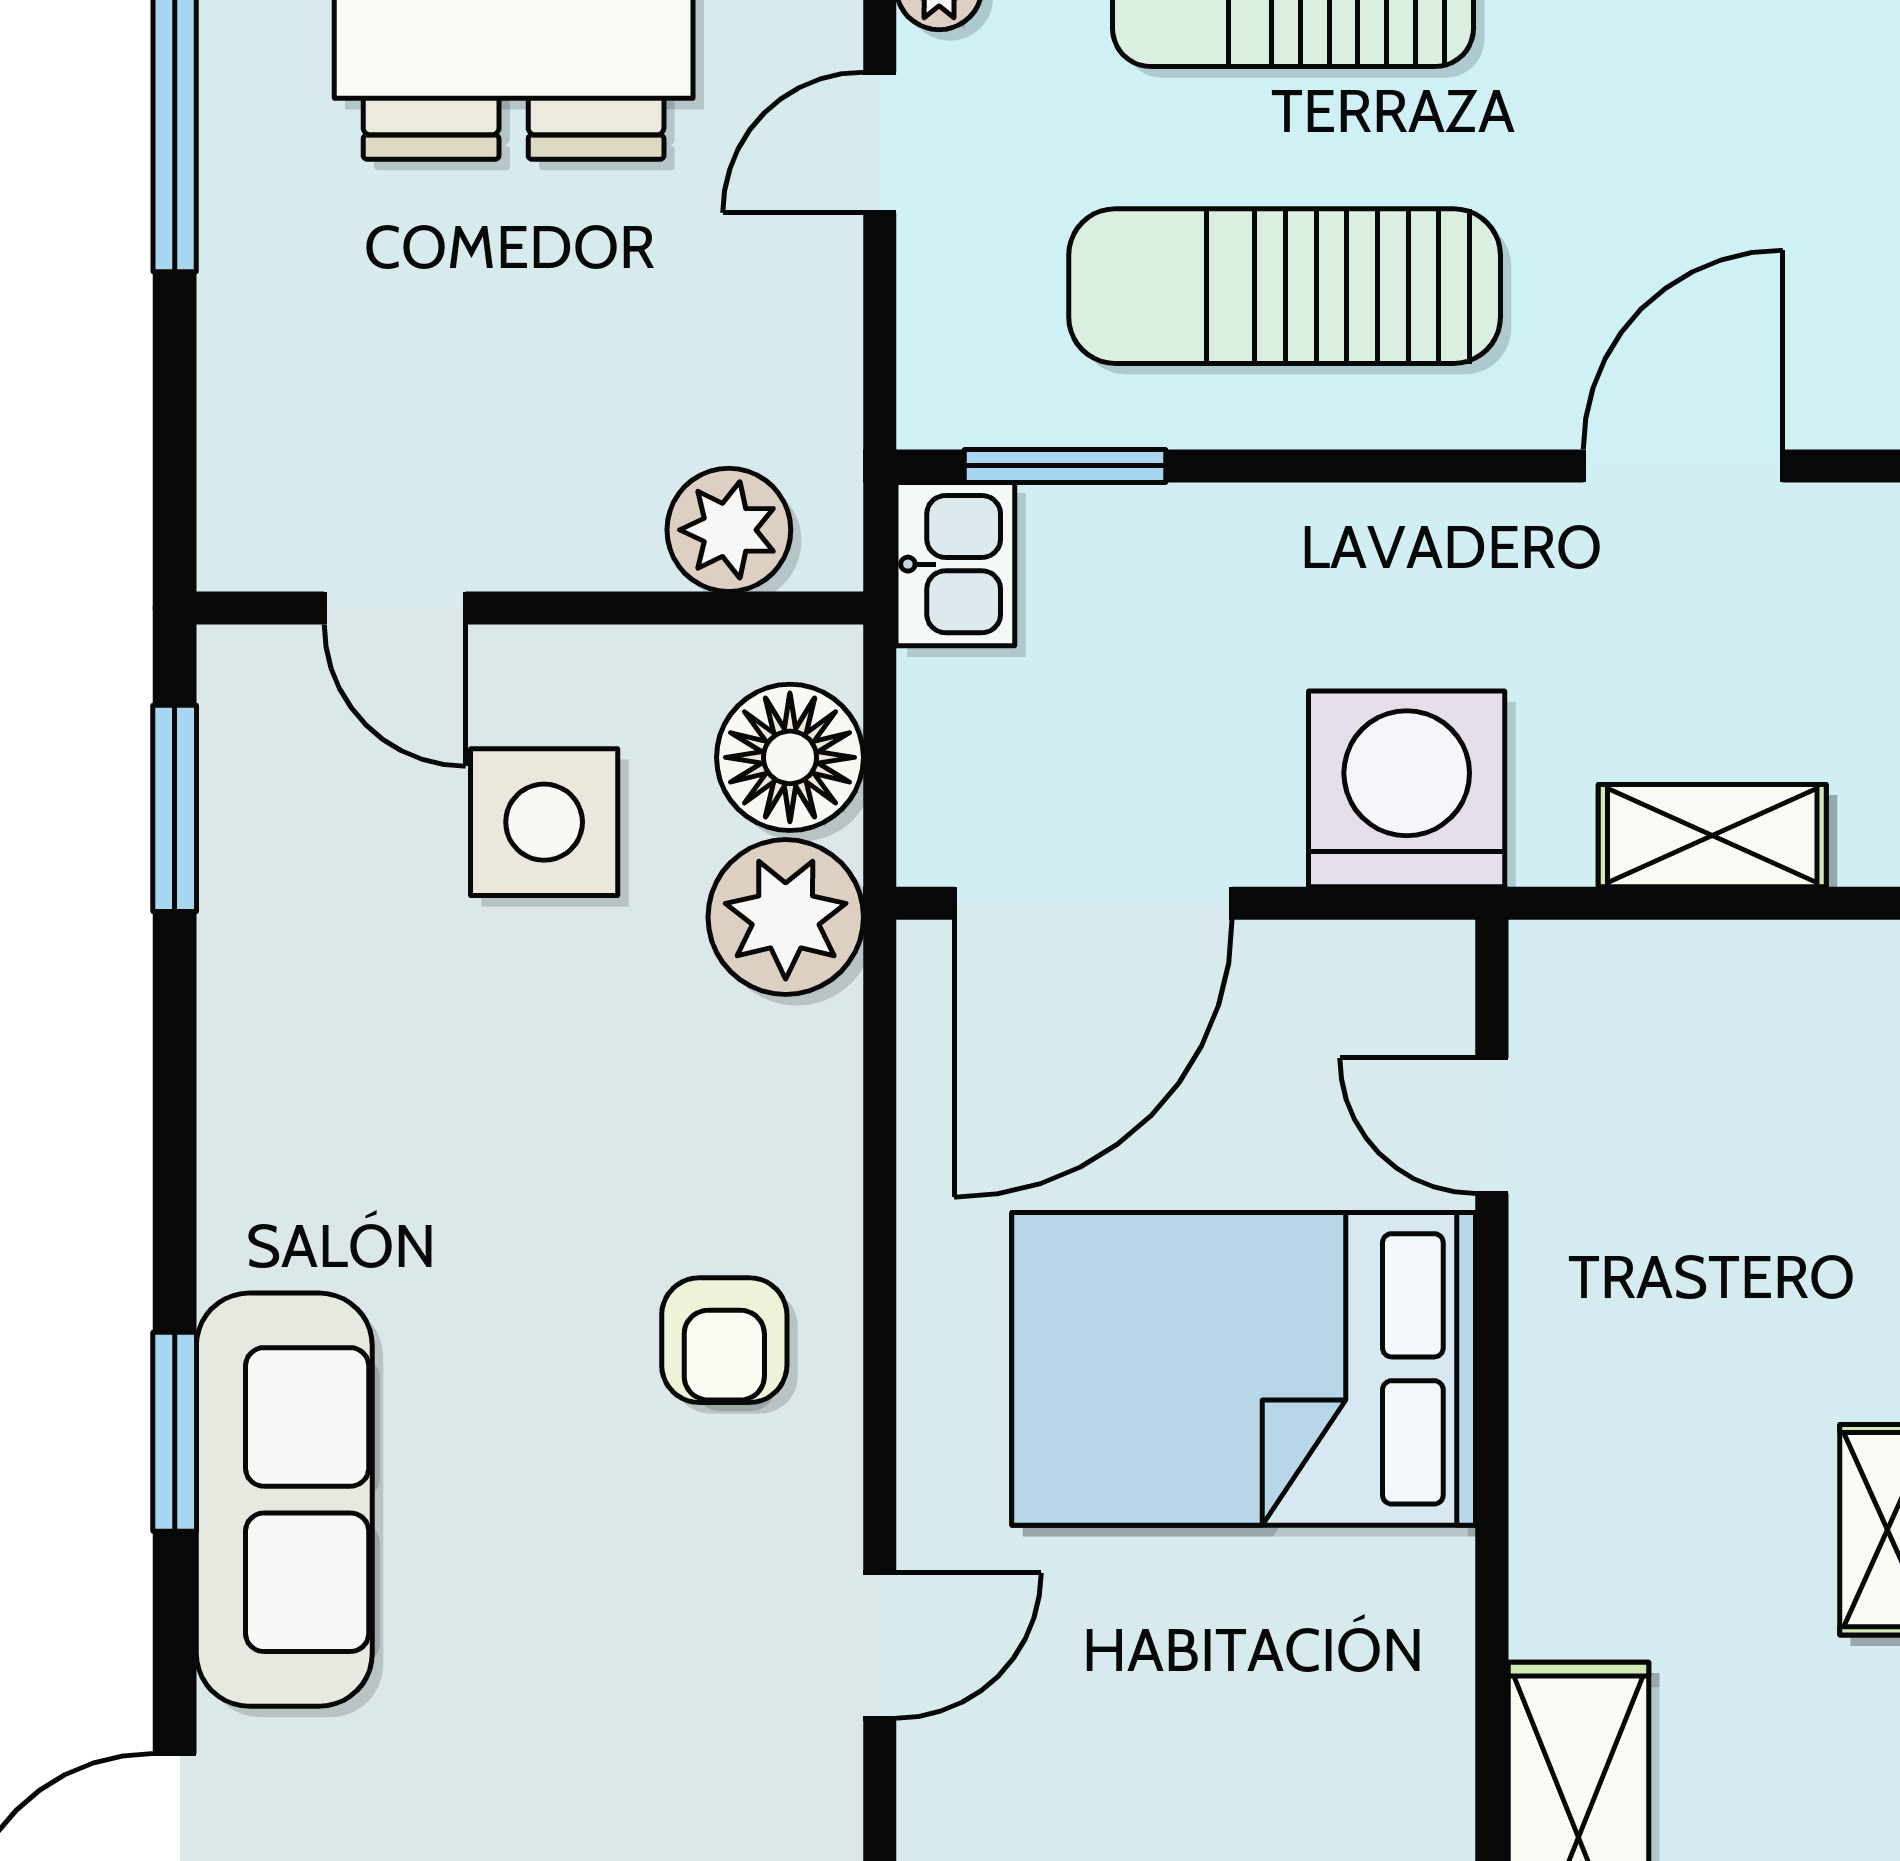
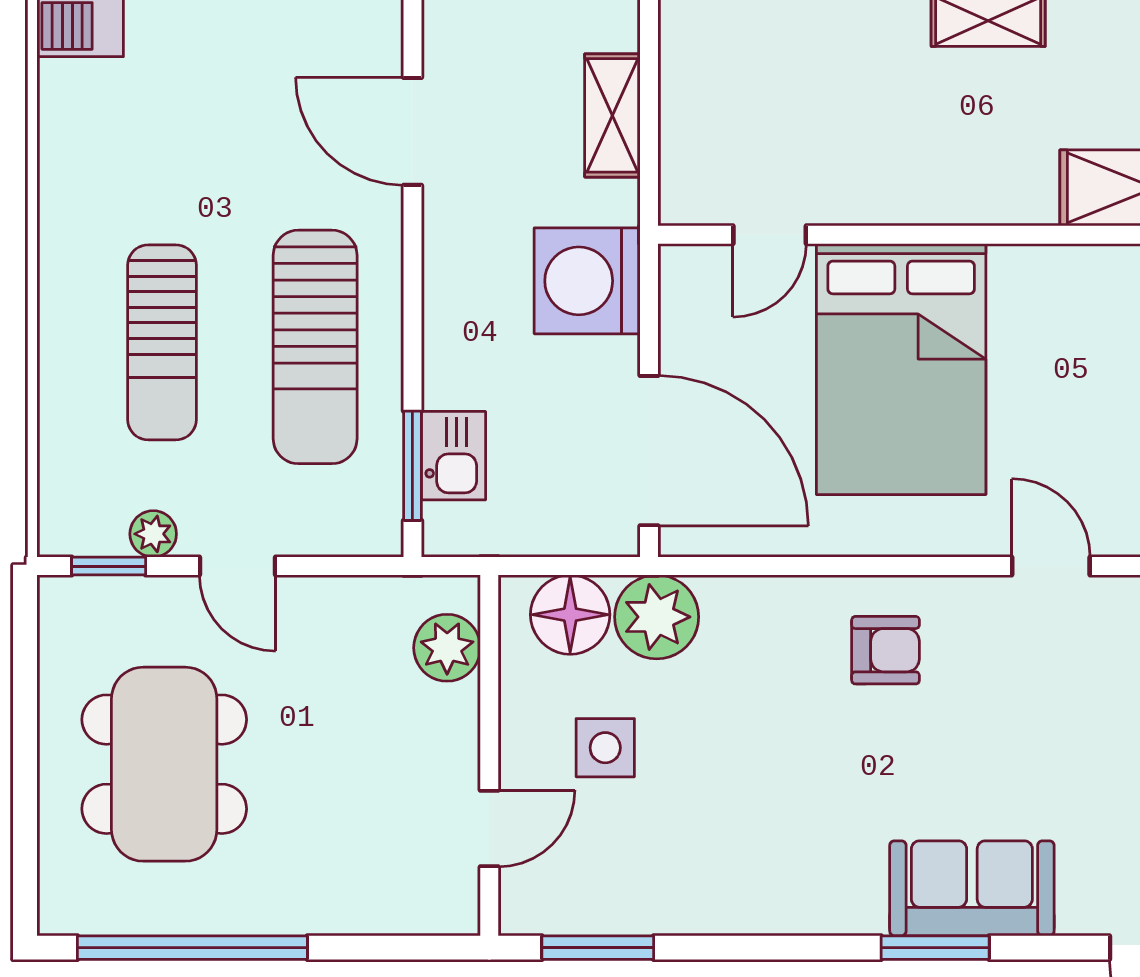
kitchen sink: (955, 564) -> (453, 456), moved, turned 90
side table: (544, 822) -> (605, 748), width x0.73, depth x0.73
sofa: (284, 1500) -> (972, 888), width x0.73

